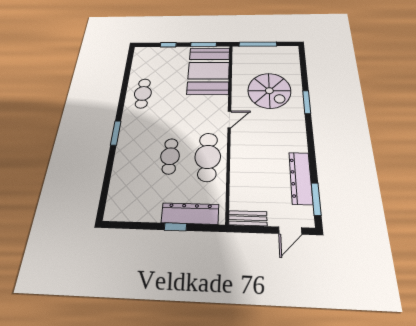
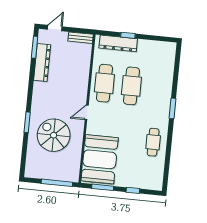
cafe table: (170, 156) -> (131, 86), width x1.37, depth x1.35

